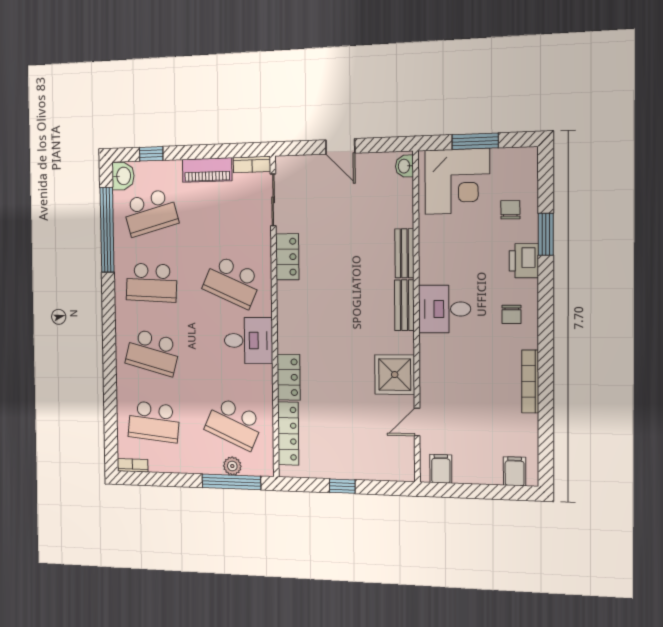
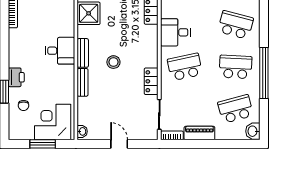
window: (151, 154) -> (235, 144), removed
window: (107, 230) -> (264, 73), moved
school desk: (232, 282) -> (185, 67), turned -36
stool: (351, 289) -> (113, 62), added
chair: (512, 314) -> (23, 48), removed

